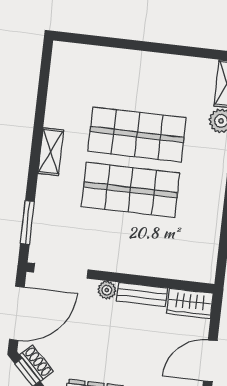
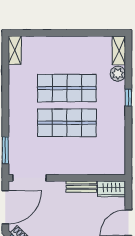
shelving: (51, 152) -> (15, 50), moved
plant: (107, 290) -> (59, 186), removed

